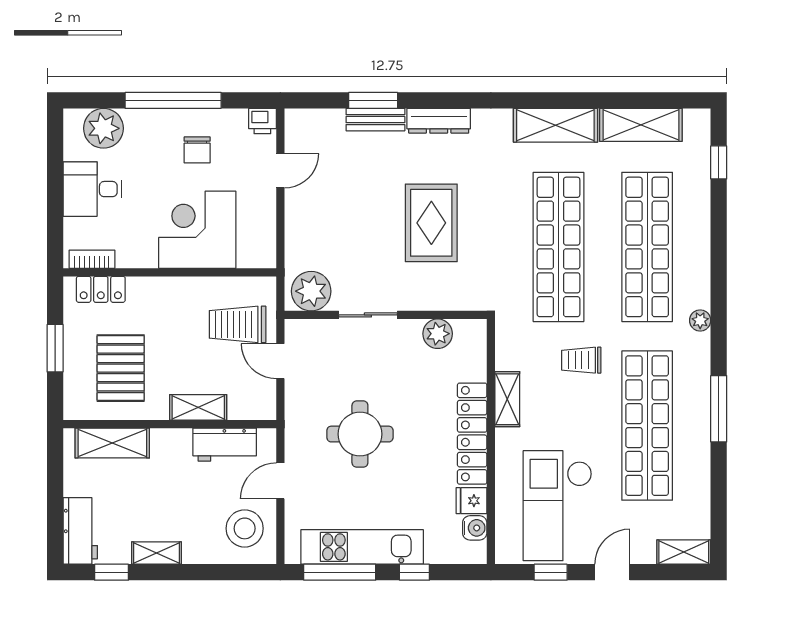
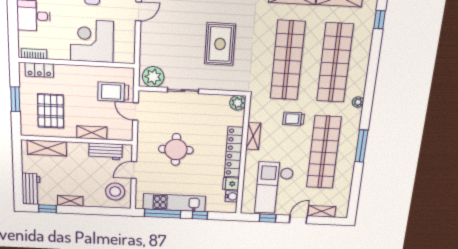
plant: (438, 334) -> (238, 103), moved
shelving: (684, 552) -> (322, 211), moved

